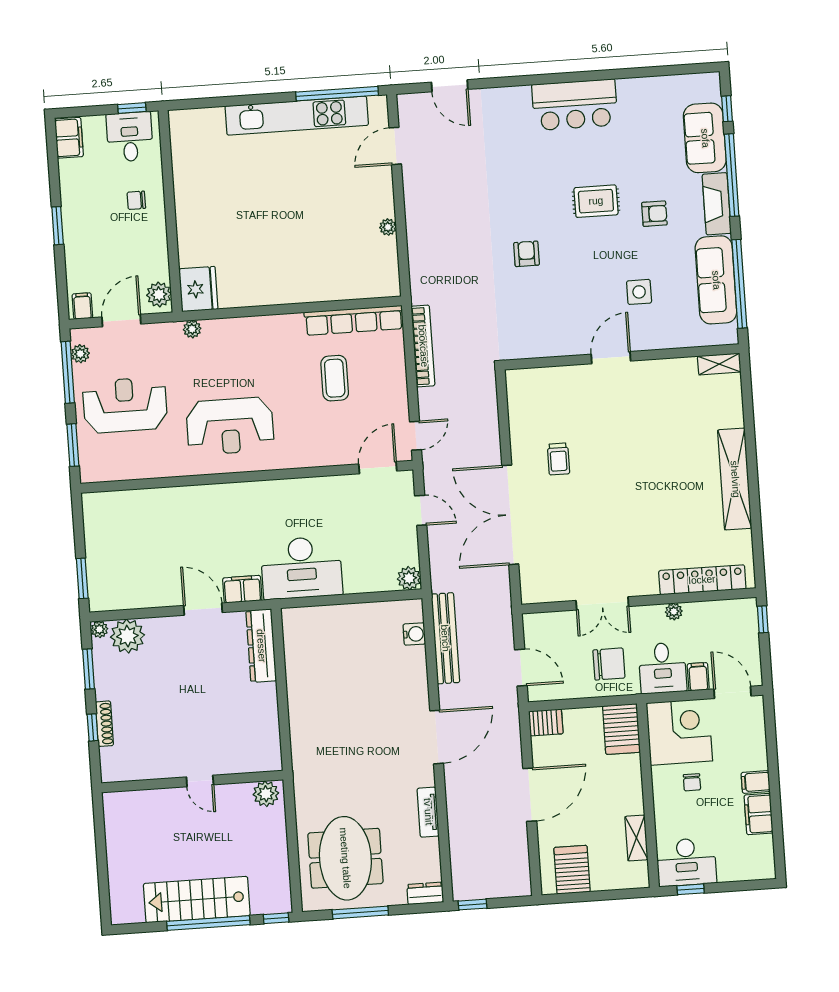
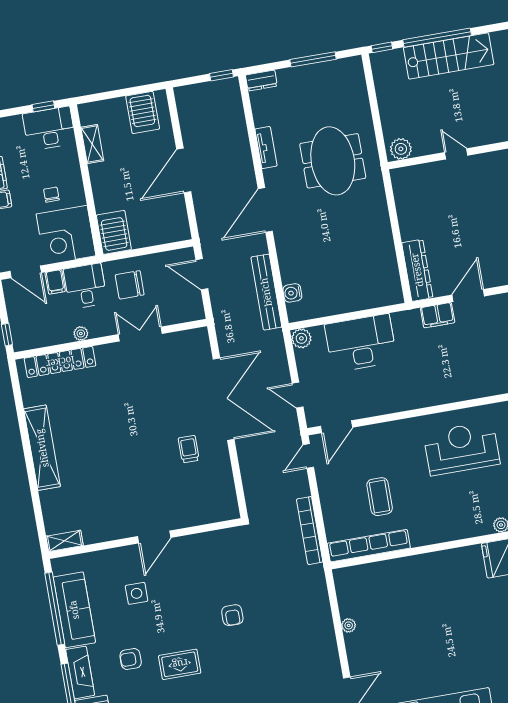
desk: (301, 568) -> (361, 343), moved
door: (203, 609) -> (468, 295), swing flipped
server rack: (546, 722) -> (177, 231), removed
meeting table: (345, 858) -> (333, 161), moved

